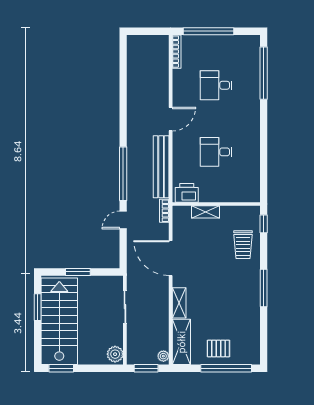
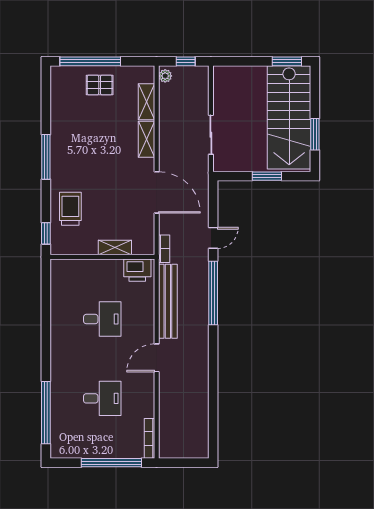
shelving: (181, 342) -> (146, 102), width x0.67, depth x0.75
plant: (115, 354) -> (223, 78), removed
window: (146, 368) -> (186, 61), width x0.67

